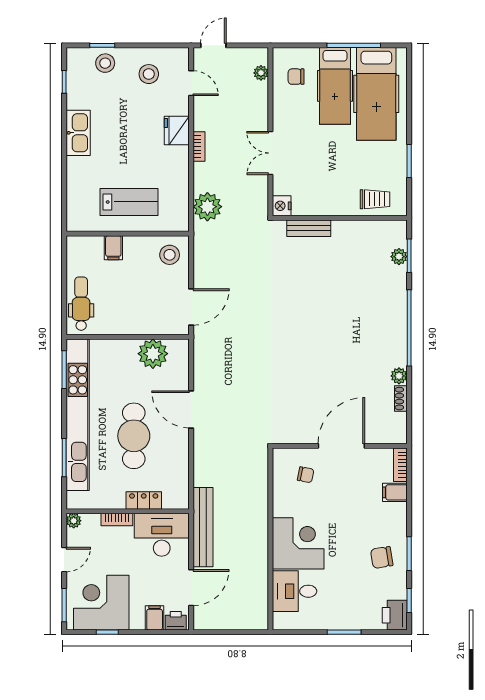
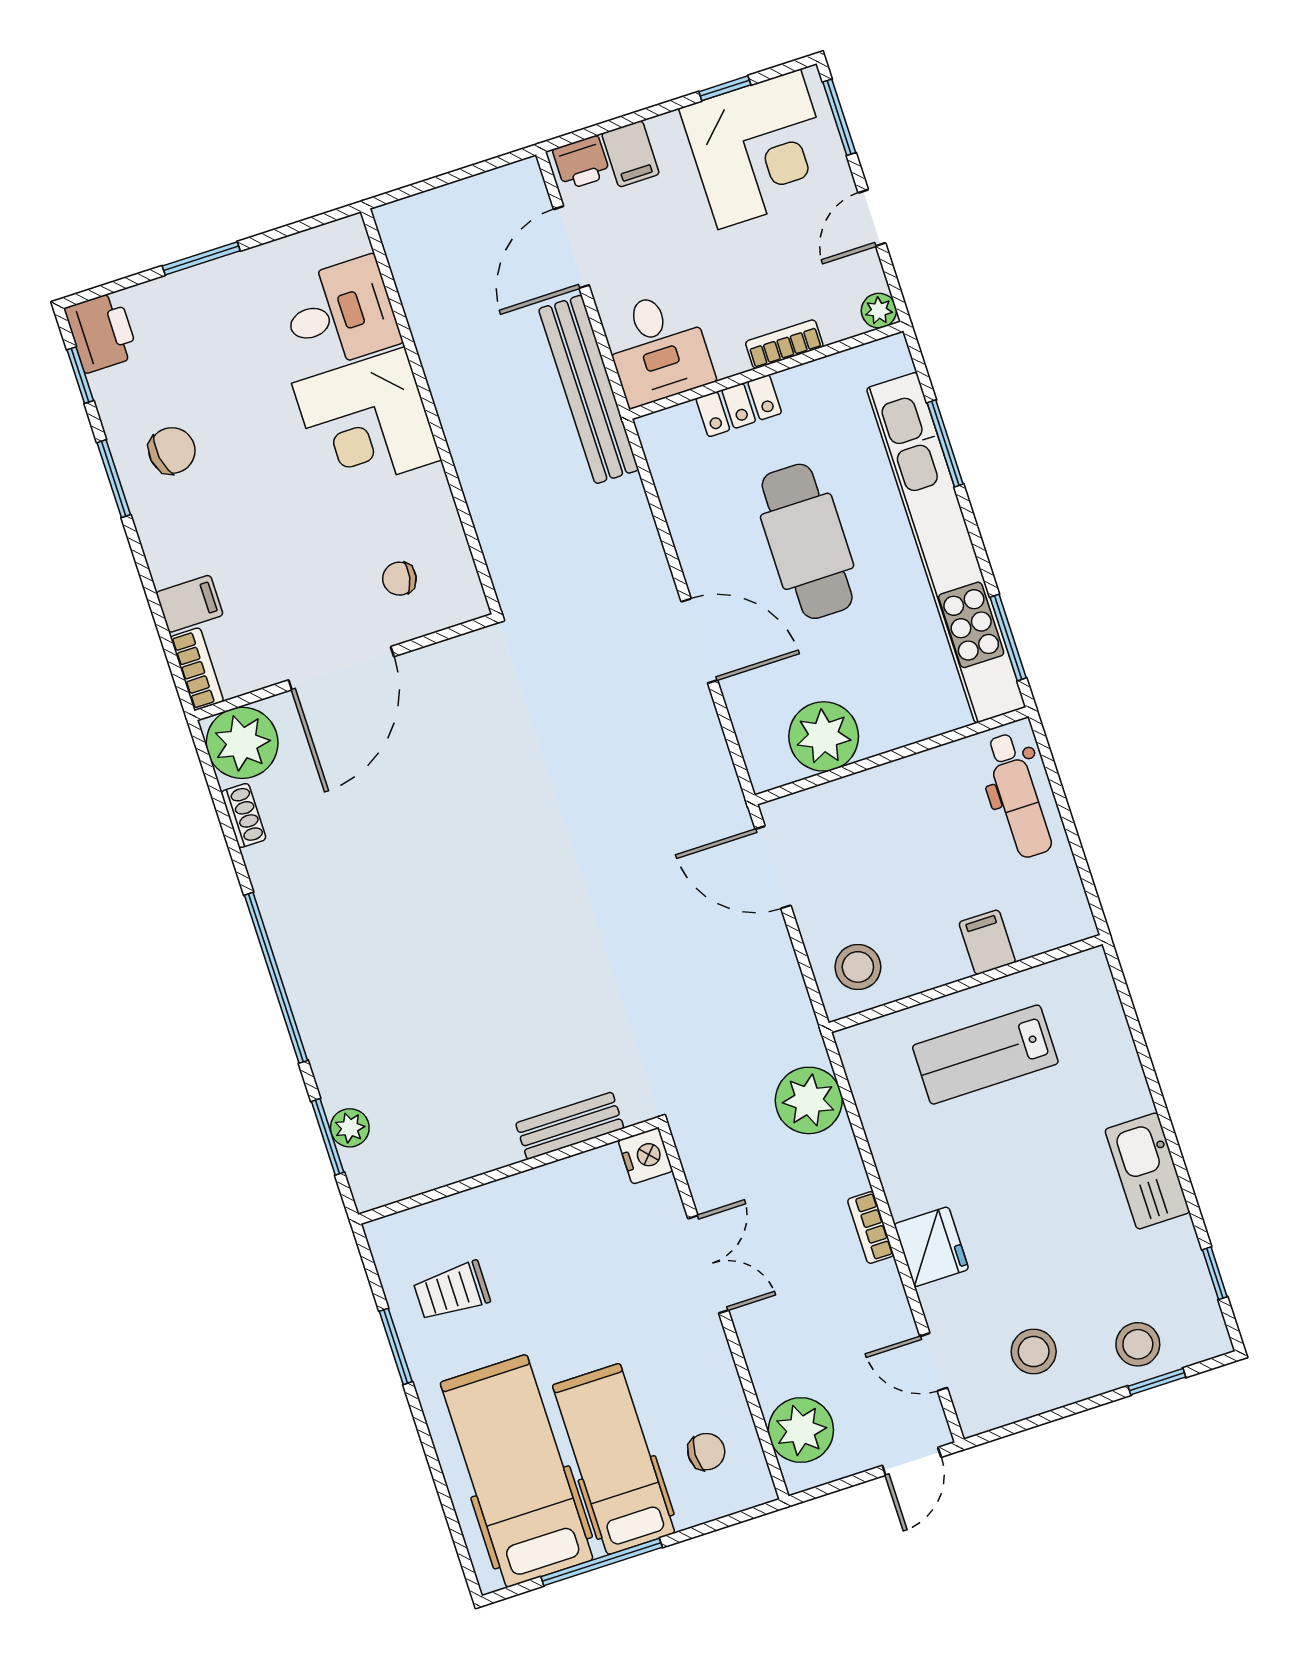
plant: (261, 73) -> (801, 1430), width x1.87, depth x1.87
trolley: (375, 199) -> (452, 1291), moved
door: (191, 307) -> (773, 867), hinge flipped
plant: (399, 376) -> (242, 743), moved, width x1.88, depth x1.88
desk: (162, 535) -> (658, 348), width x0.73

